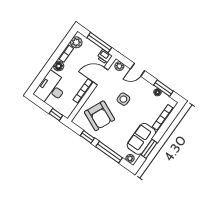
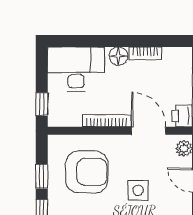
plant: (76, 42) -> (173, 57), removed
armchair: (99, 116) -> (87, 172), turned -114

